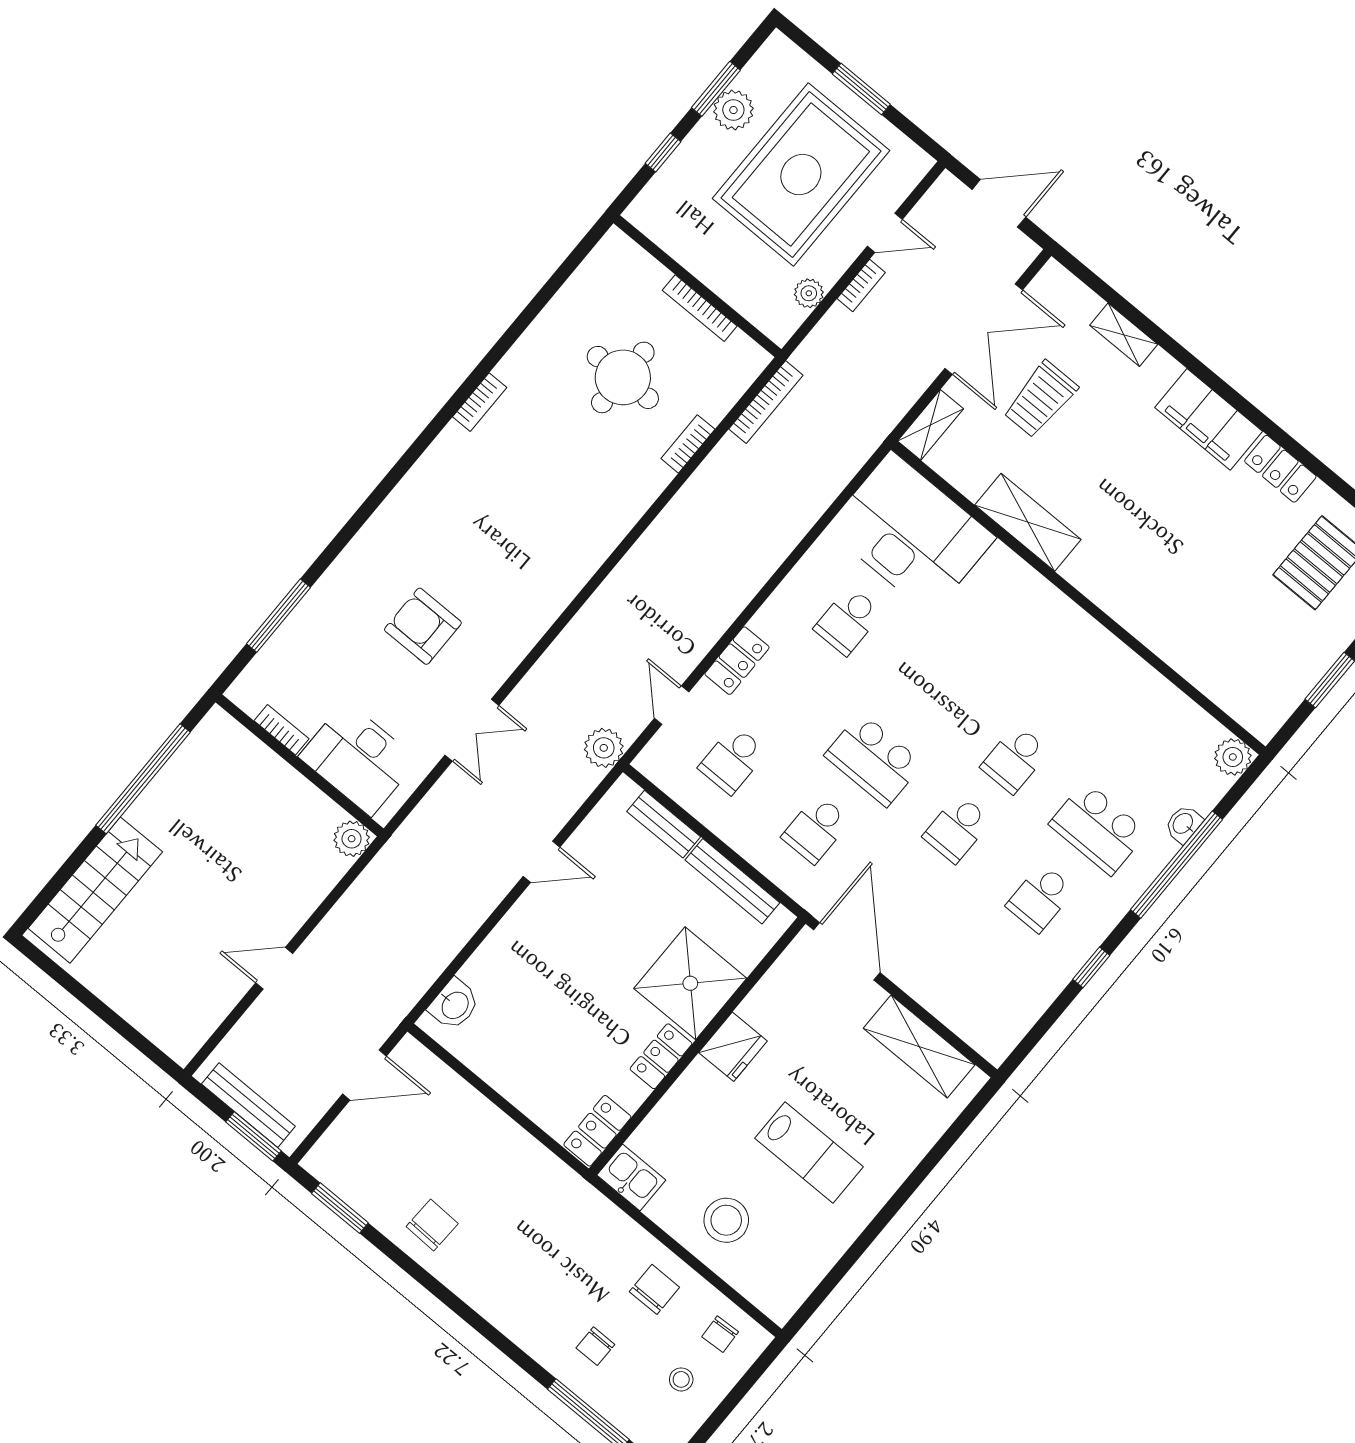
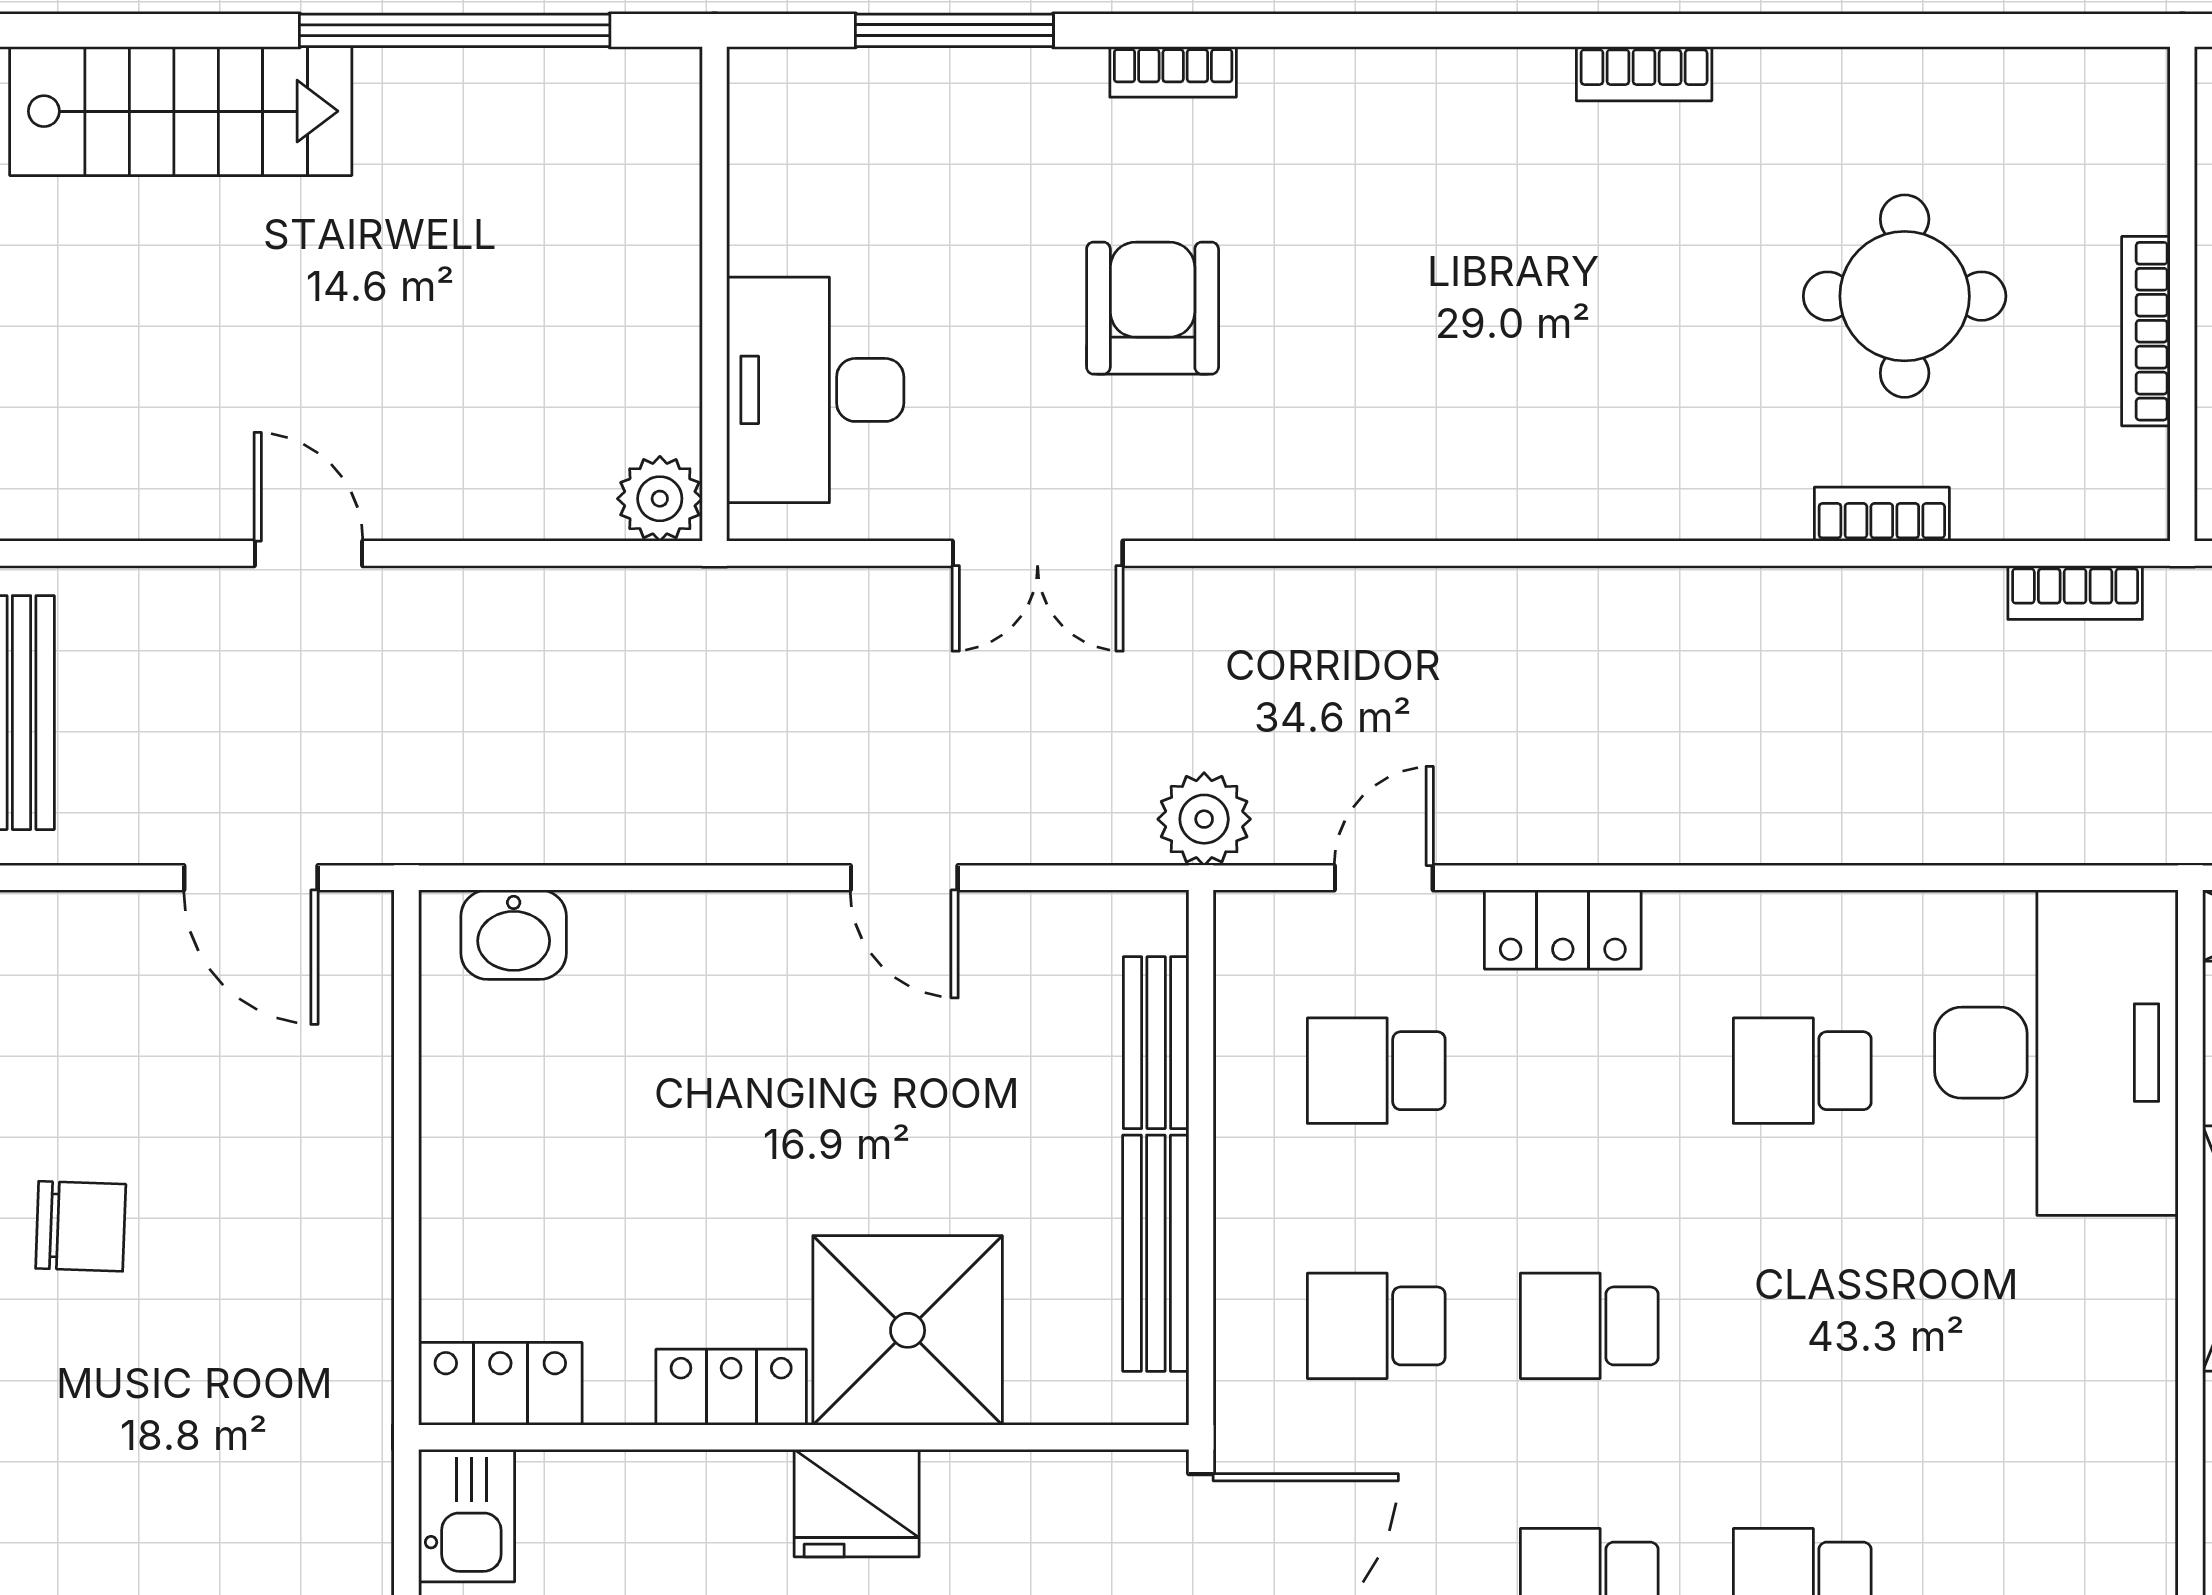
bookcase: (766, 402) -> (2075, 592), width x0.64
bookcase: (281, 730) -> (1173, 72), moved, turned 90
school desk: (874, 760) -> (1589, 1326), width x0.54

